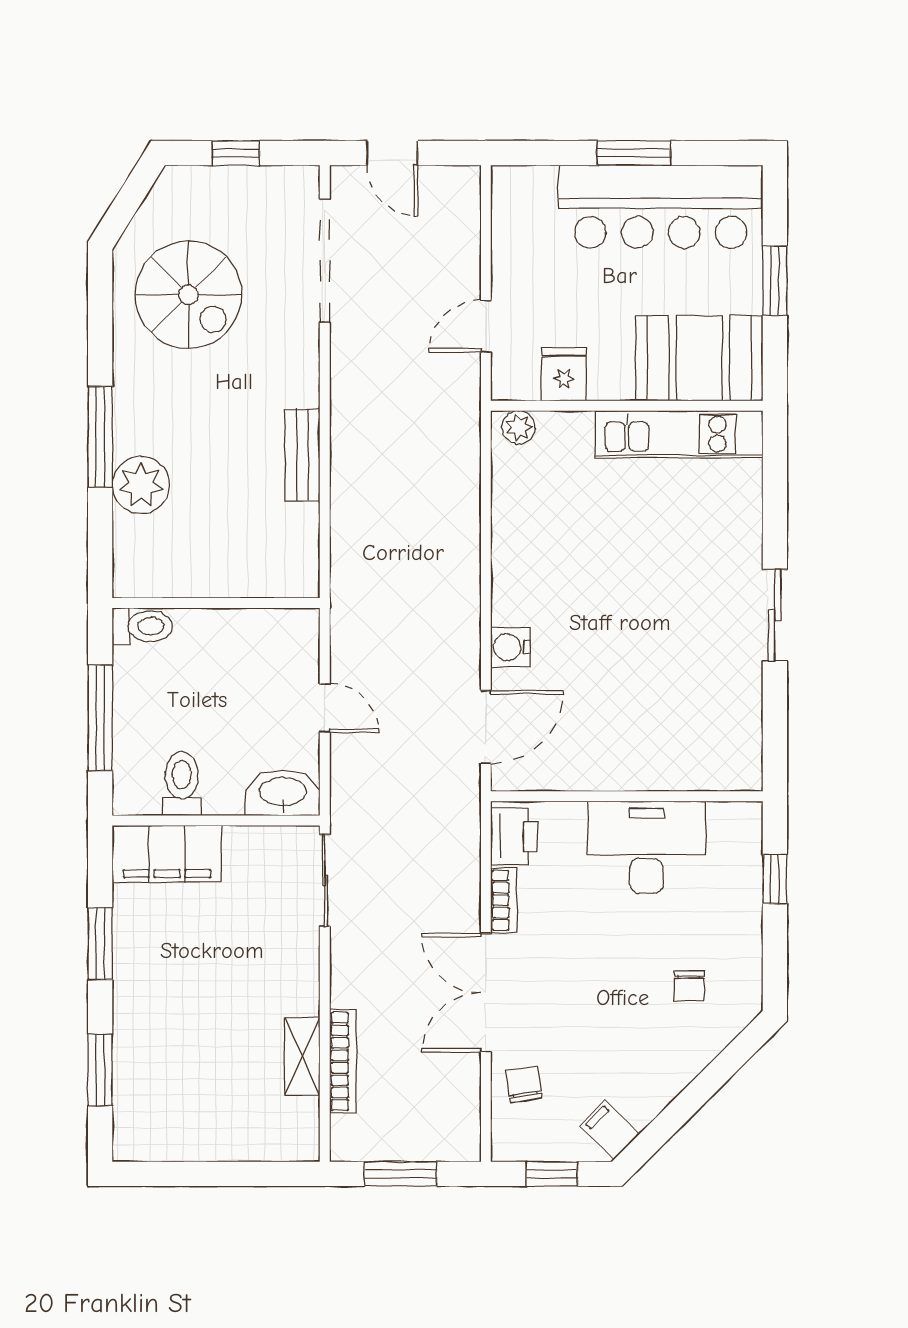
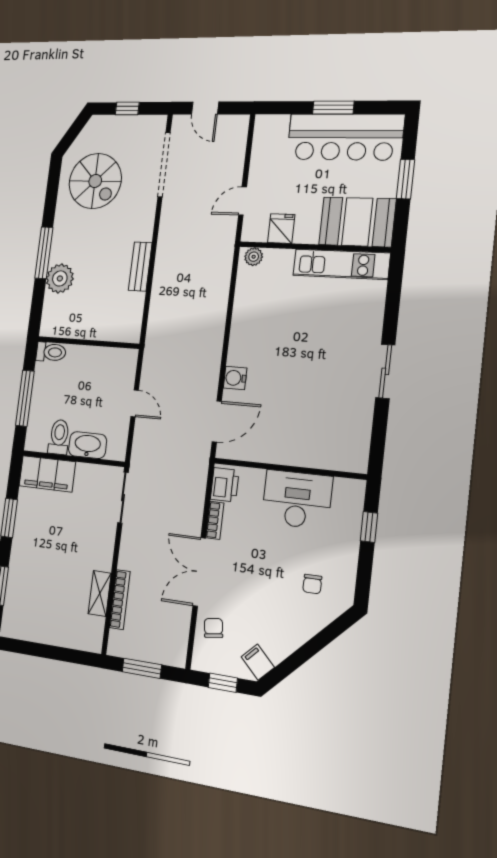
washbasin: (283, 793) -> (88, 445), moved

